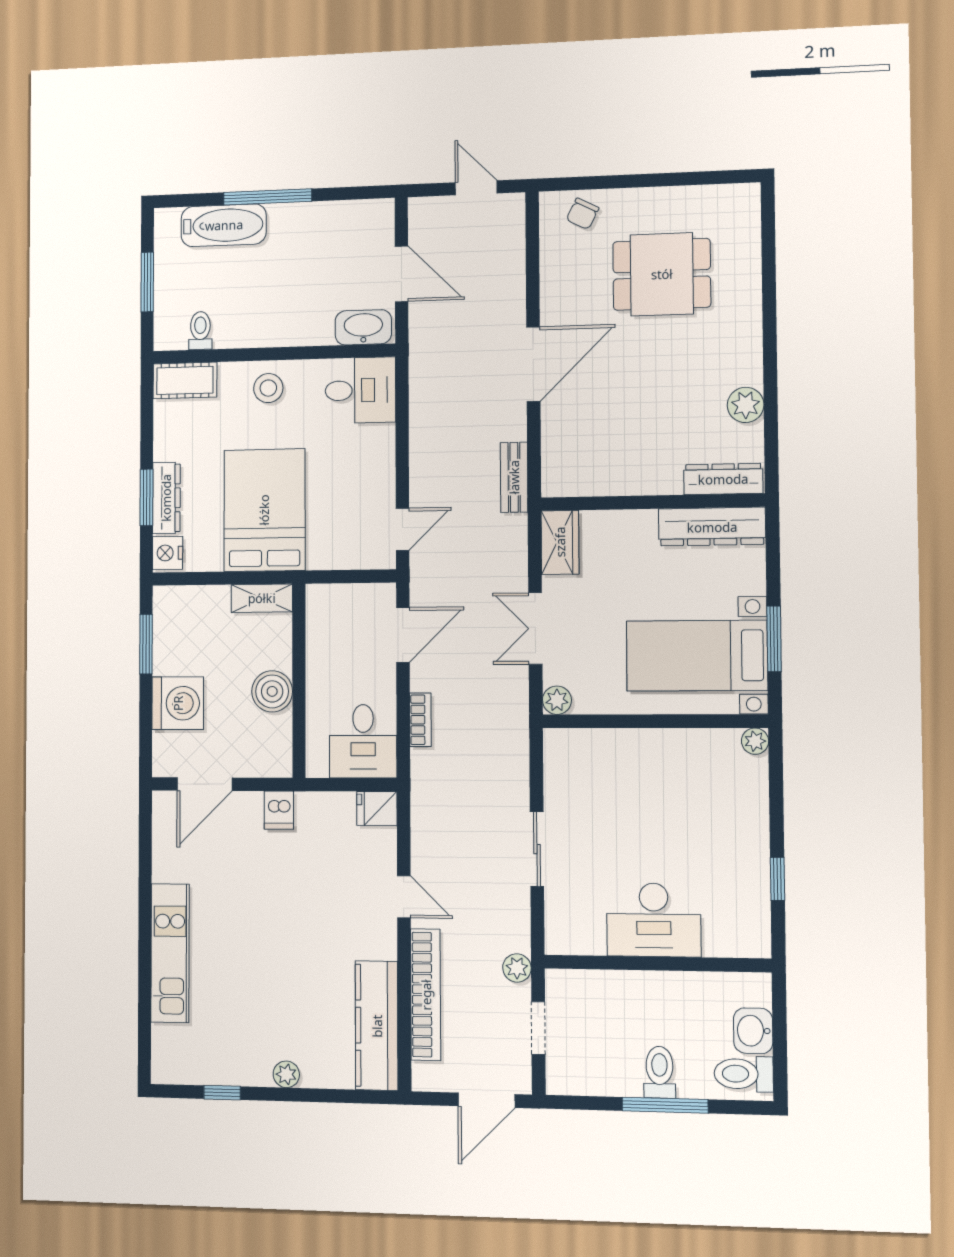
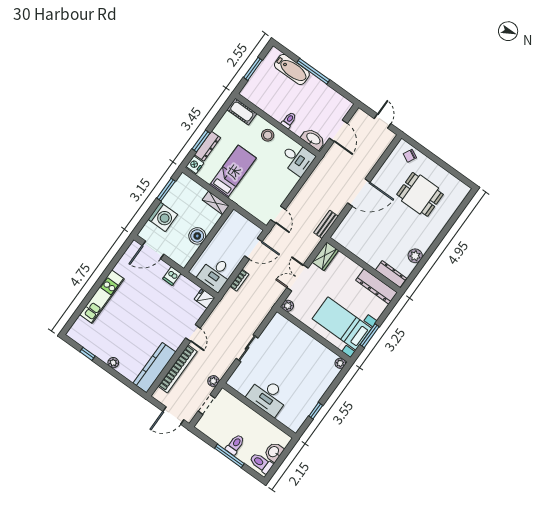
toilet: (200, 331) -> (289, 120), moved
bed: (264, 510) -> (233, 171), width x0.67
door: (403, 529) -> (278, 215), hinge flipped

